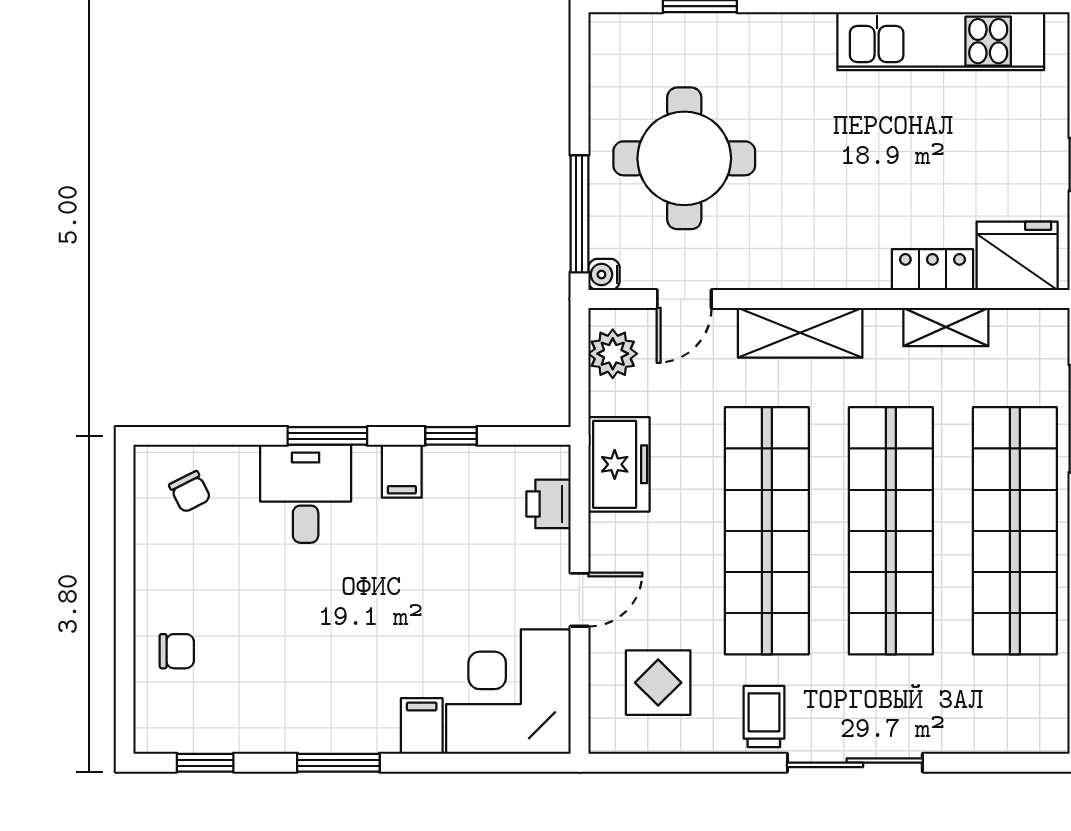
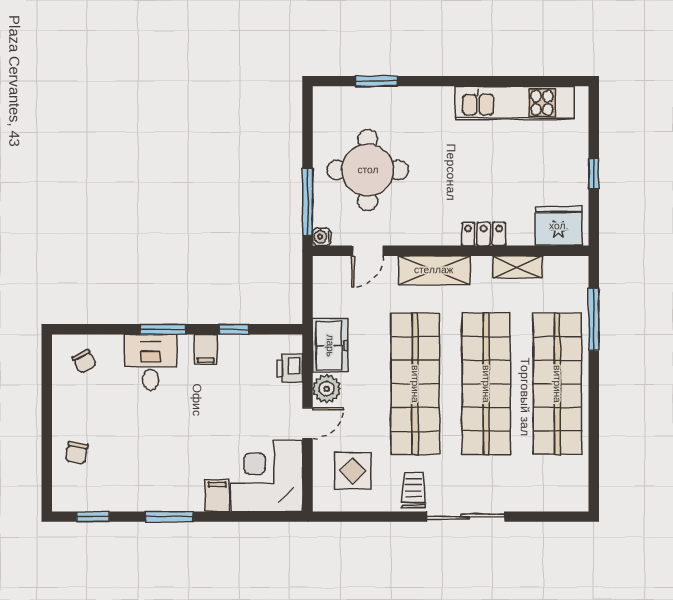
locker: (932, 270) -> (484, 234), moved
plant: (613, 354) -> (327, 389), moved
chair: (177, 651) -> (77, 453), turned 101

